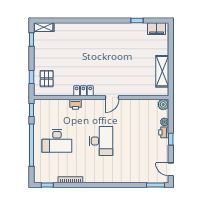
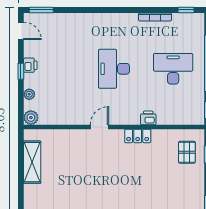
printer: (164, 132) -> (30, 65), moved

